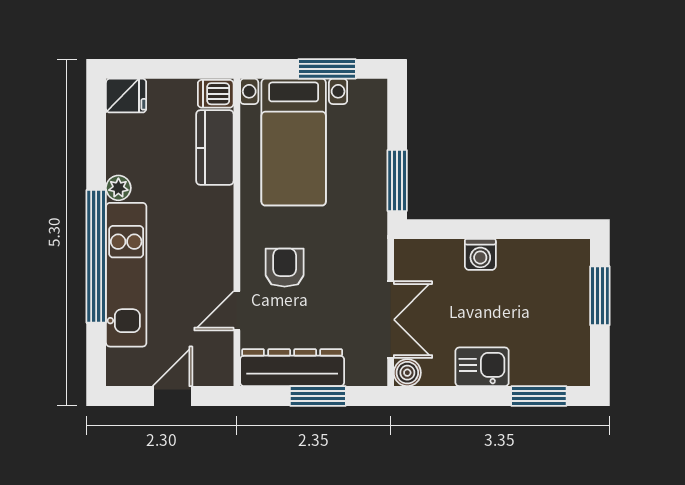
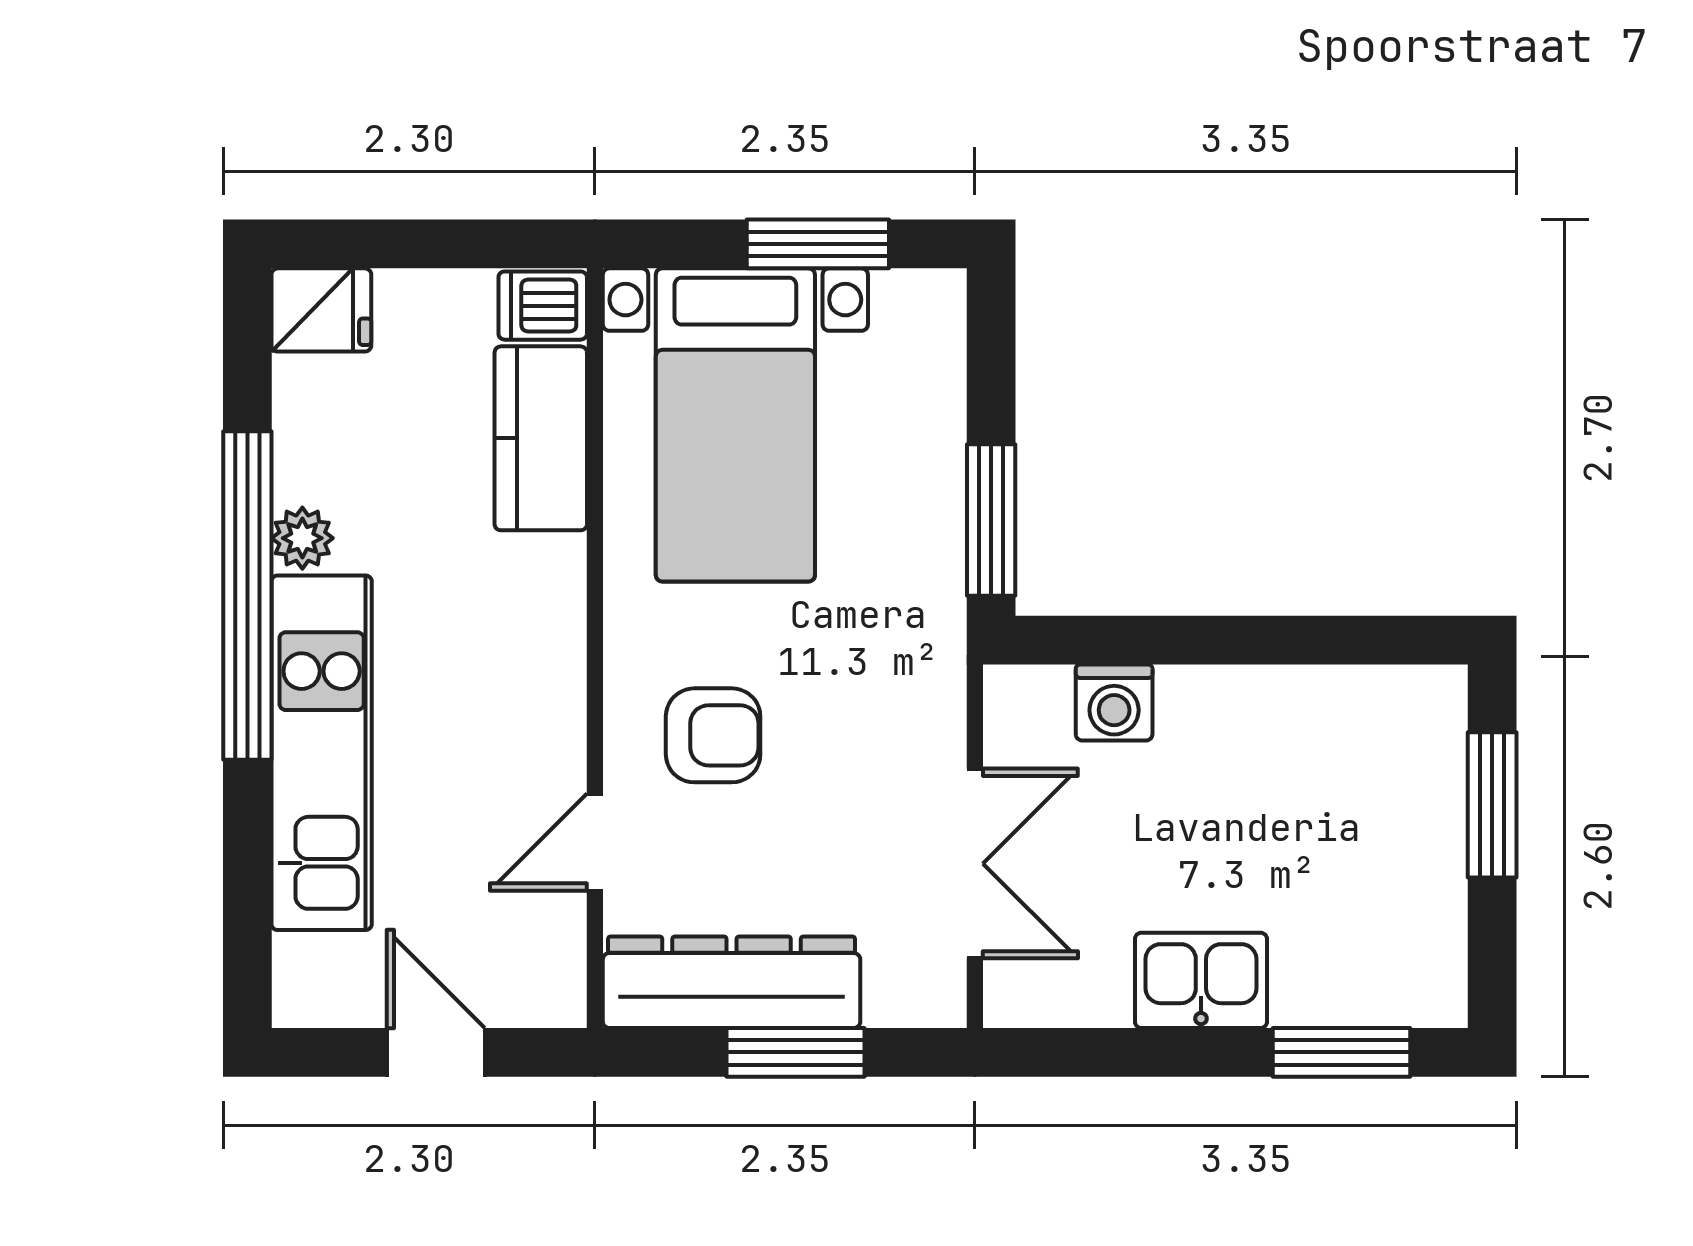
washing machine: (480, 254) -> (1114, 703), moved
window: (96, 256) -> (247, 596), moved
armchair: (285, 268) -> (713, 735), turned 90
boiler: (407, 373) -> (1016, 995), removed
door: (172, 396) -> (436, 1052), hinge flipped

